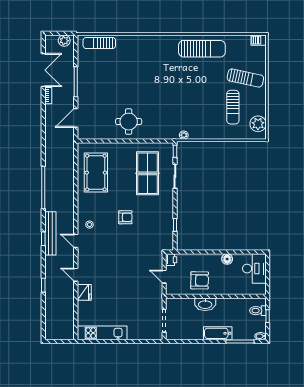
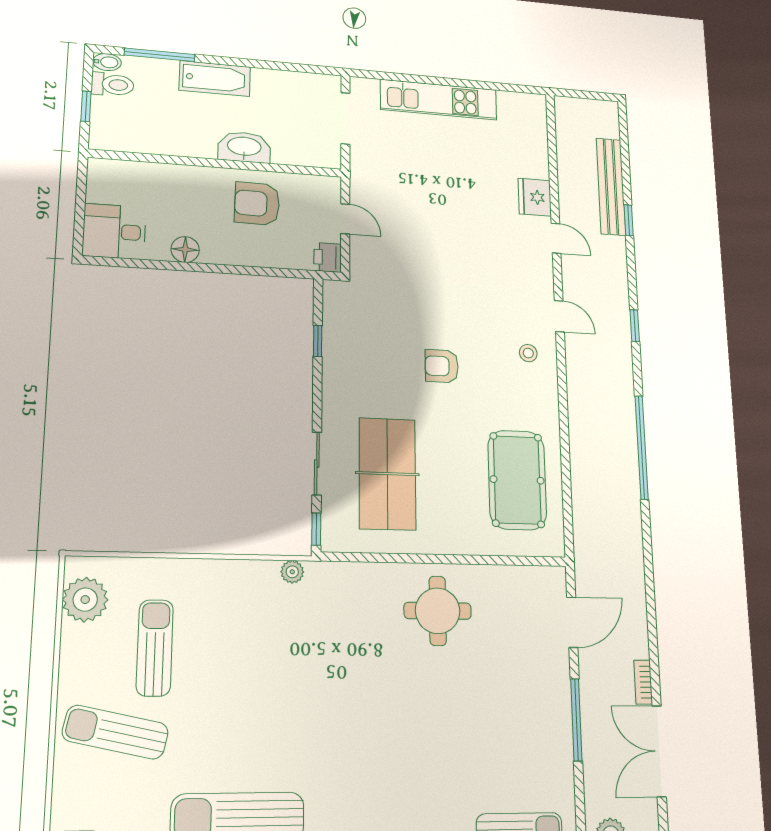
bench: (50, 233) -> (611, 187), moved
desk: (254, 269) -> (114, 232), width x0.73
toilet: (258, 311) -> (113, 85), moved
kitchen unit: (102, 333) -> (439, 100), moved

